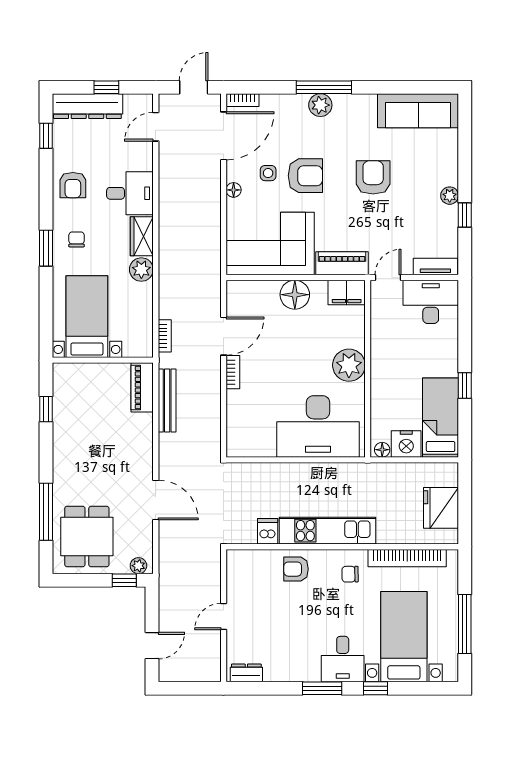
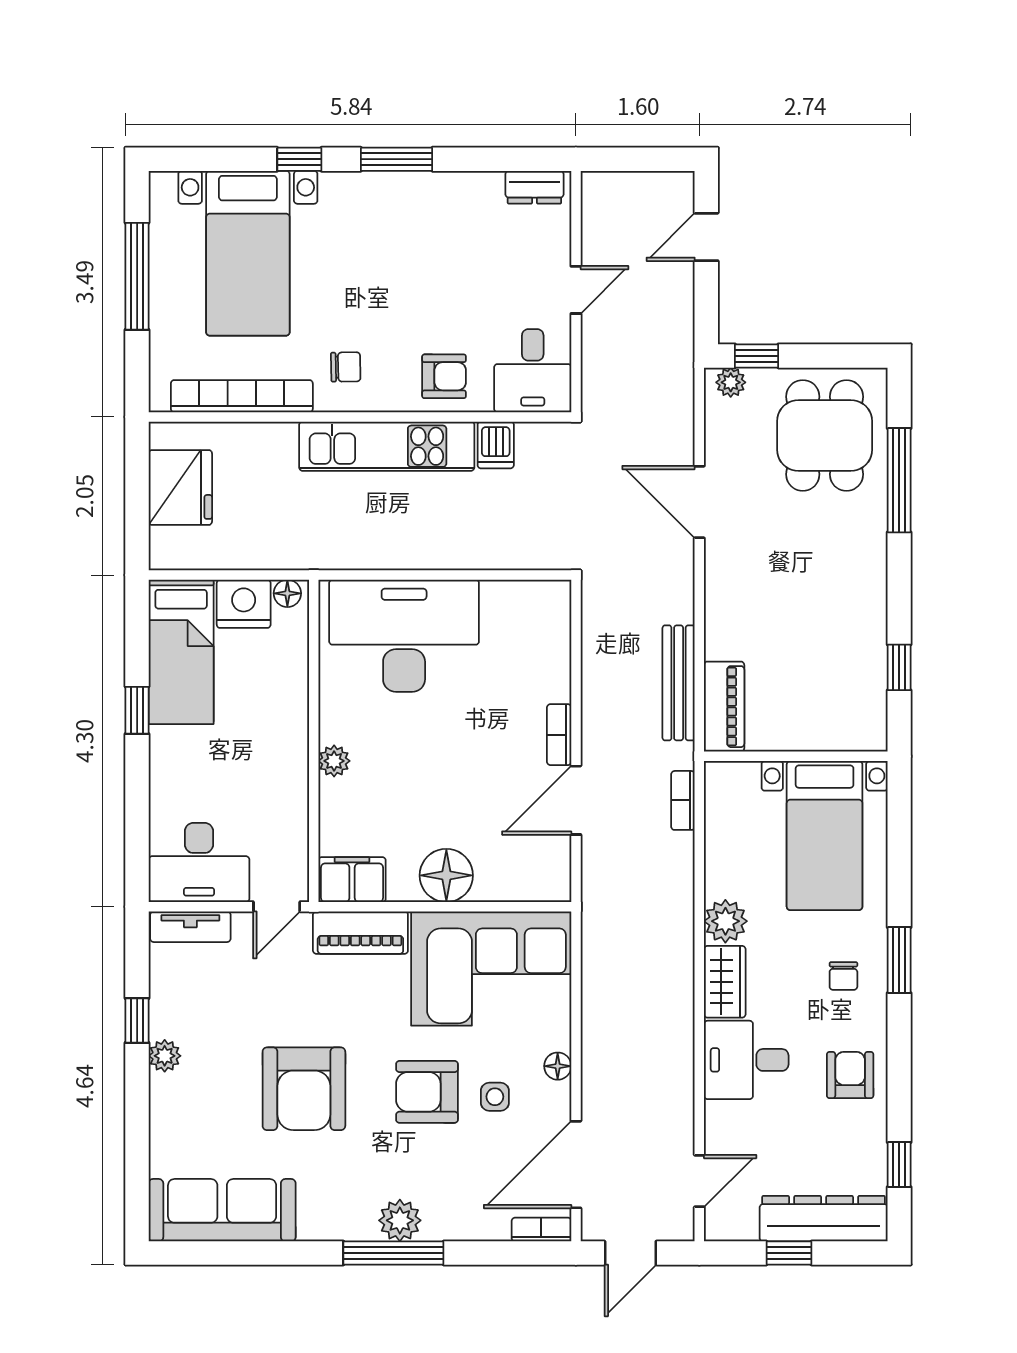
armchair: (373, 177) -> (304, 1089), width x1.36, depth x1.36
plant: (349, 365) -> (334, 761), width x0.53, depth x0.53
desk: (343, 659) -> (533, 371), moved, turned 180

